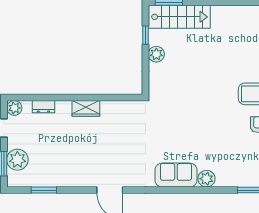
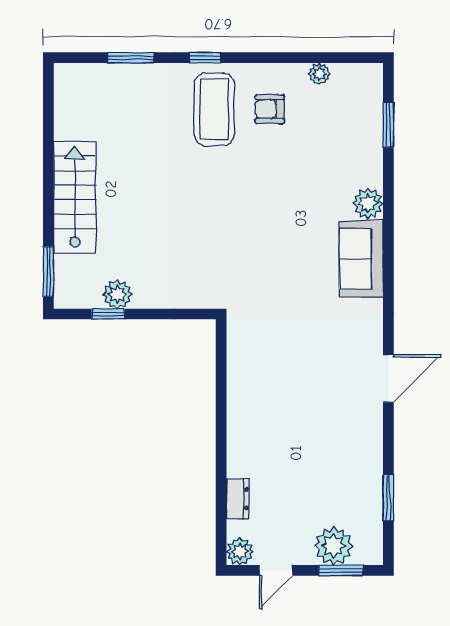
stairs: (179, 17) -> (75, 197), moved
plant: (156, 54) -> (117, 294), moved
wardrobe: (86, 108) -> (241, 422), removed

